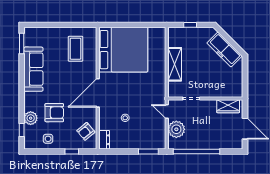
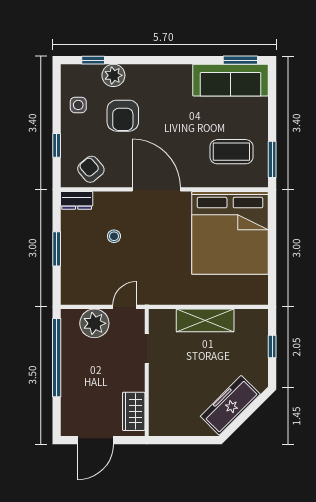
window: (80, 25) -> (272, 159), added
sofa: (33, 69) -> (230, 80), moved
window: (148, 151) -> (57, 249), moved

